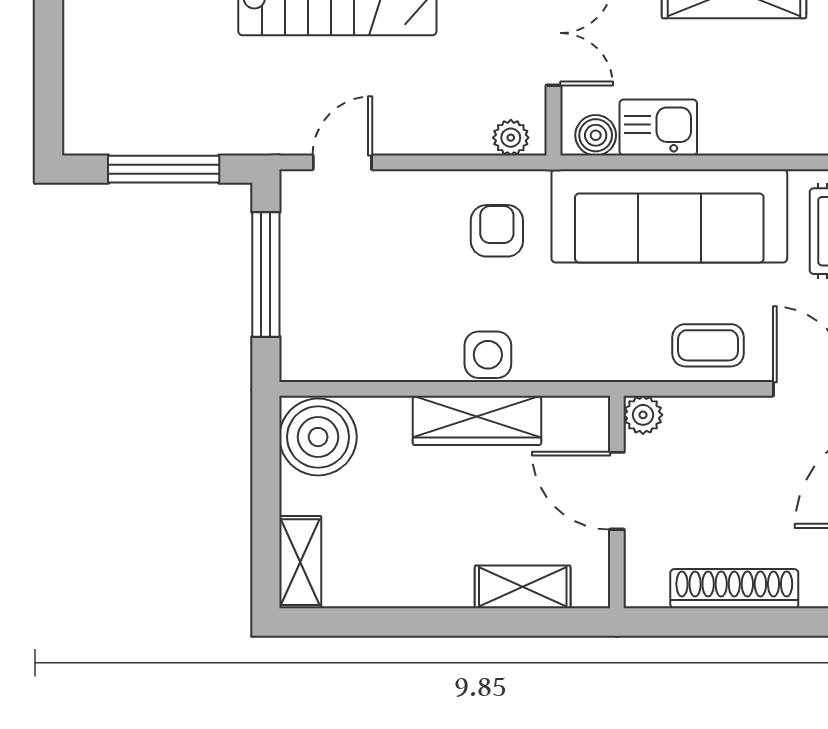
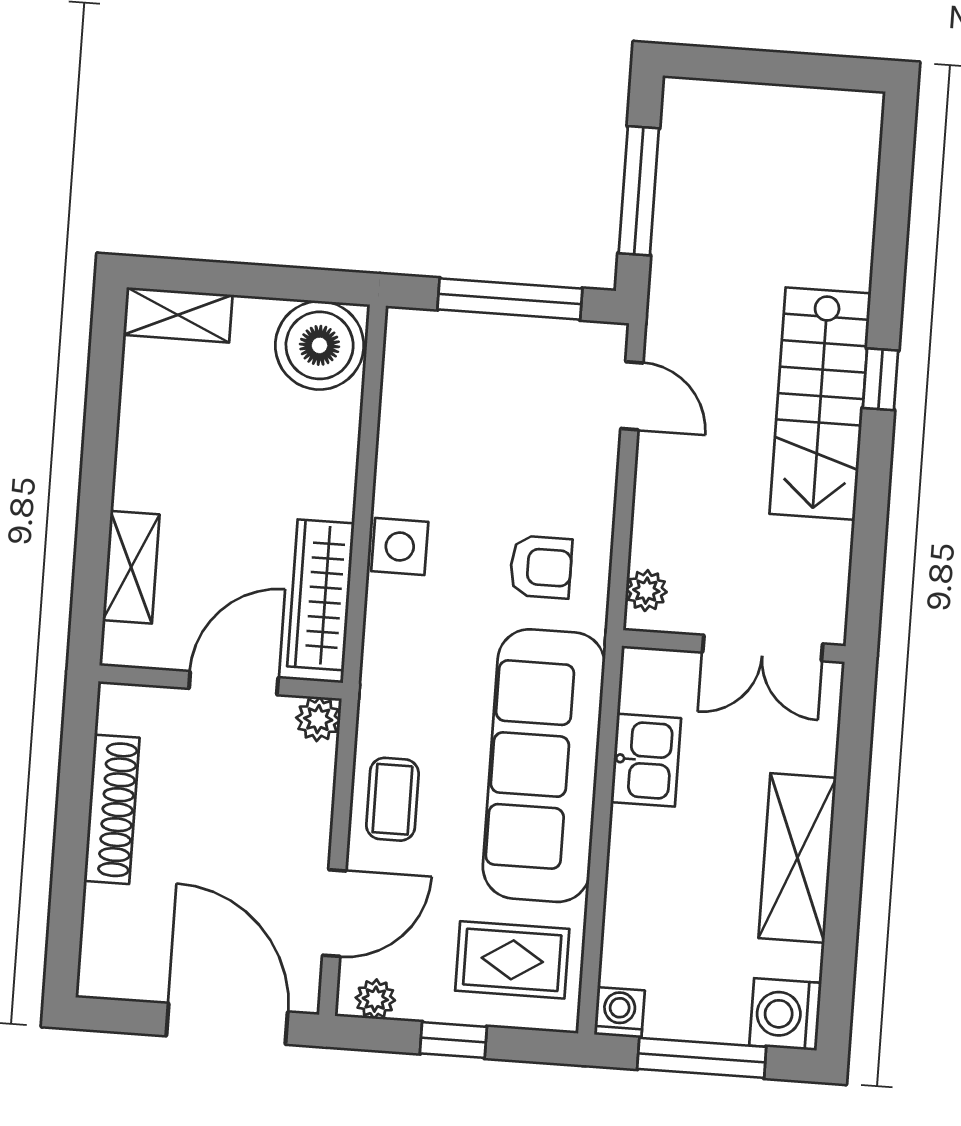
boiler: (596, 135) -> (642, 688), removed
wardrobe: (477, 420) -> (321, 595), moved

